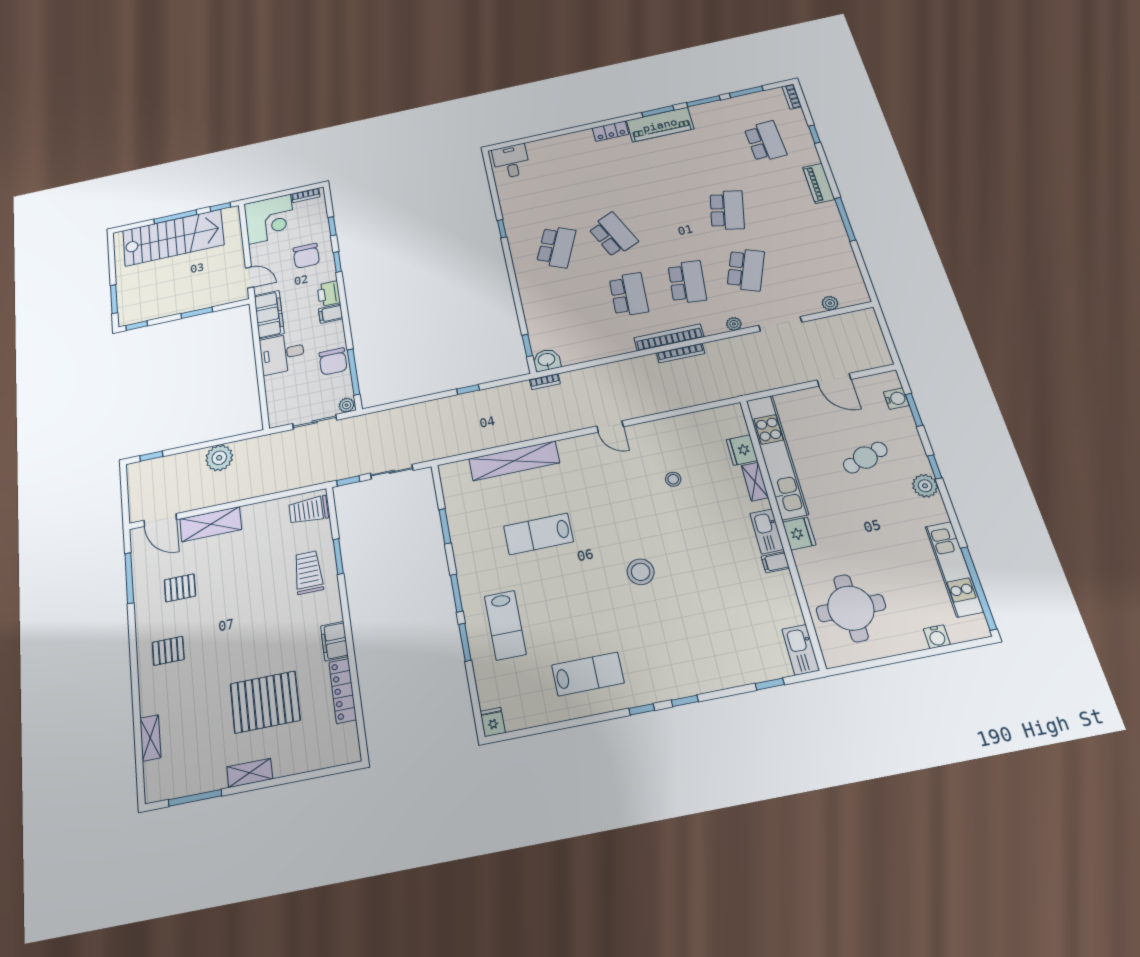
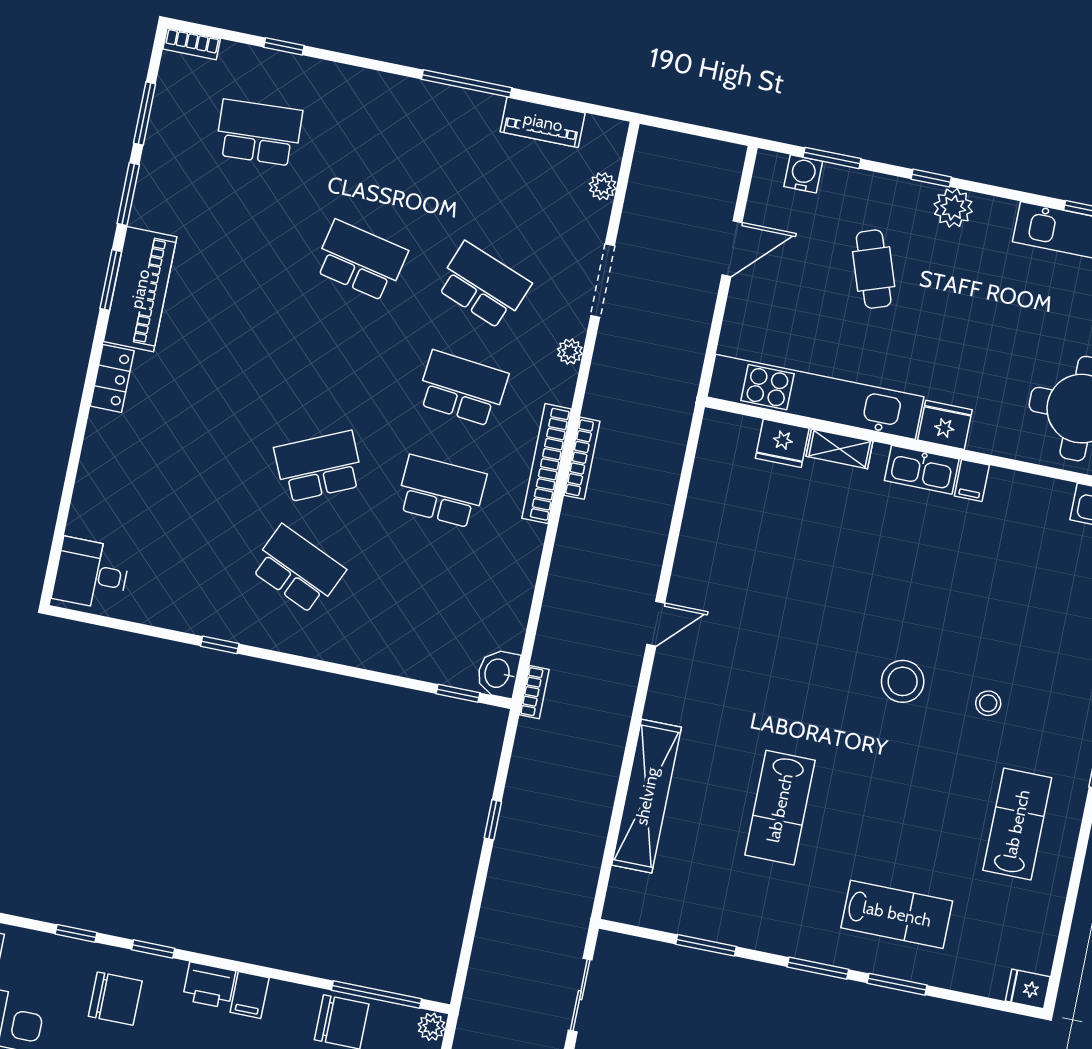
piano: (819, 183) -> (543, 122), moved
stool: (673, 479) -> (988, 703), moved

